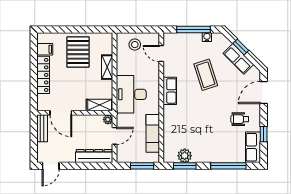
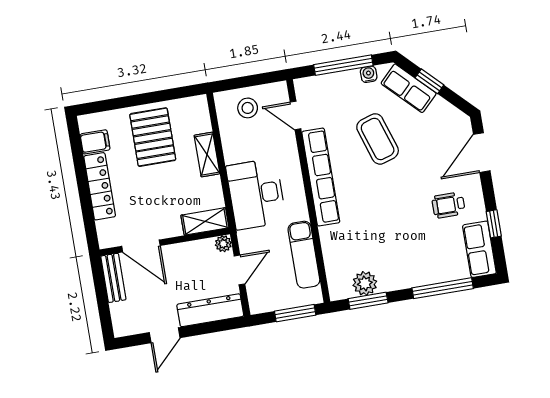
row of seats: (238, 59) -> (409, 88), moved
row of seats: (170, 91) -> (321, 177), width x2.02
door: (51, 166) -> (165, 335), moved

